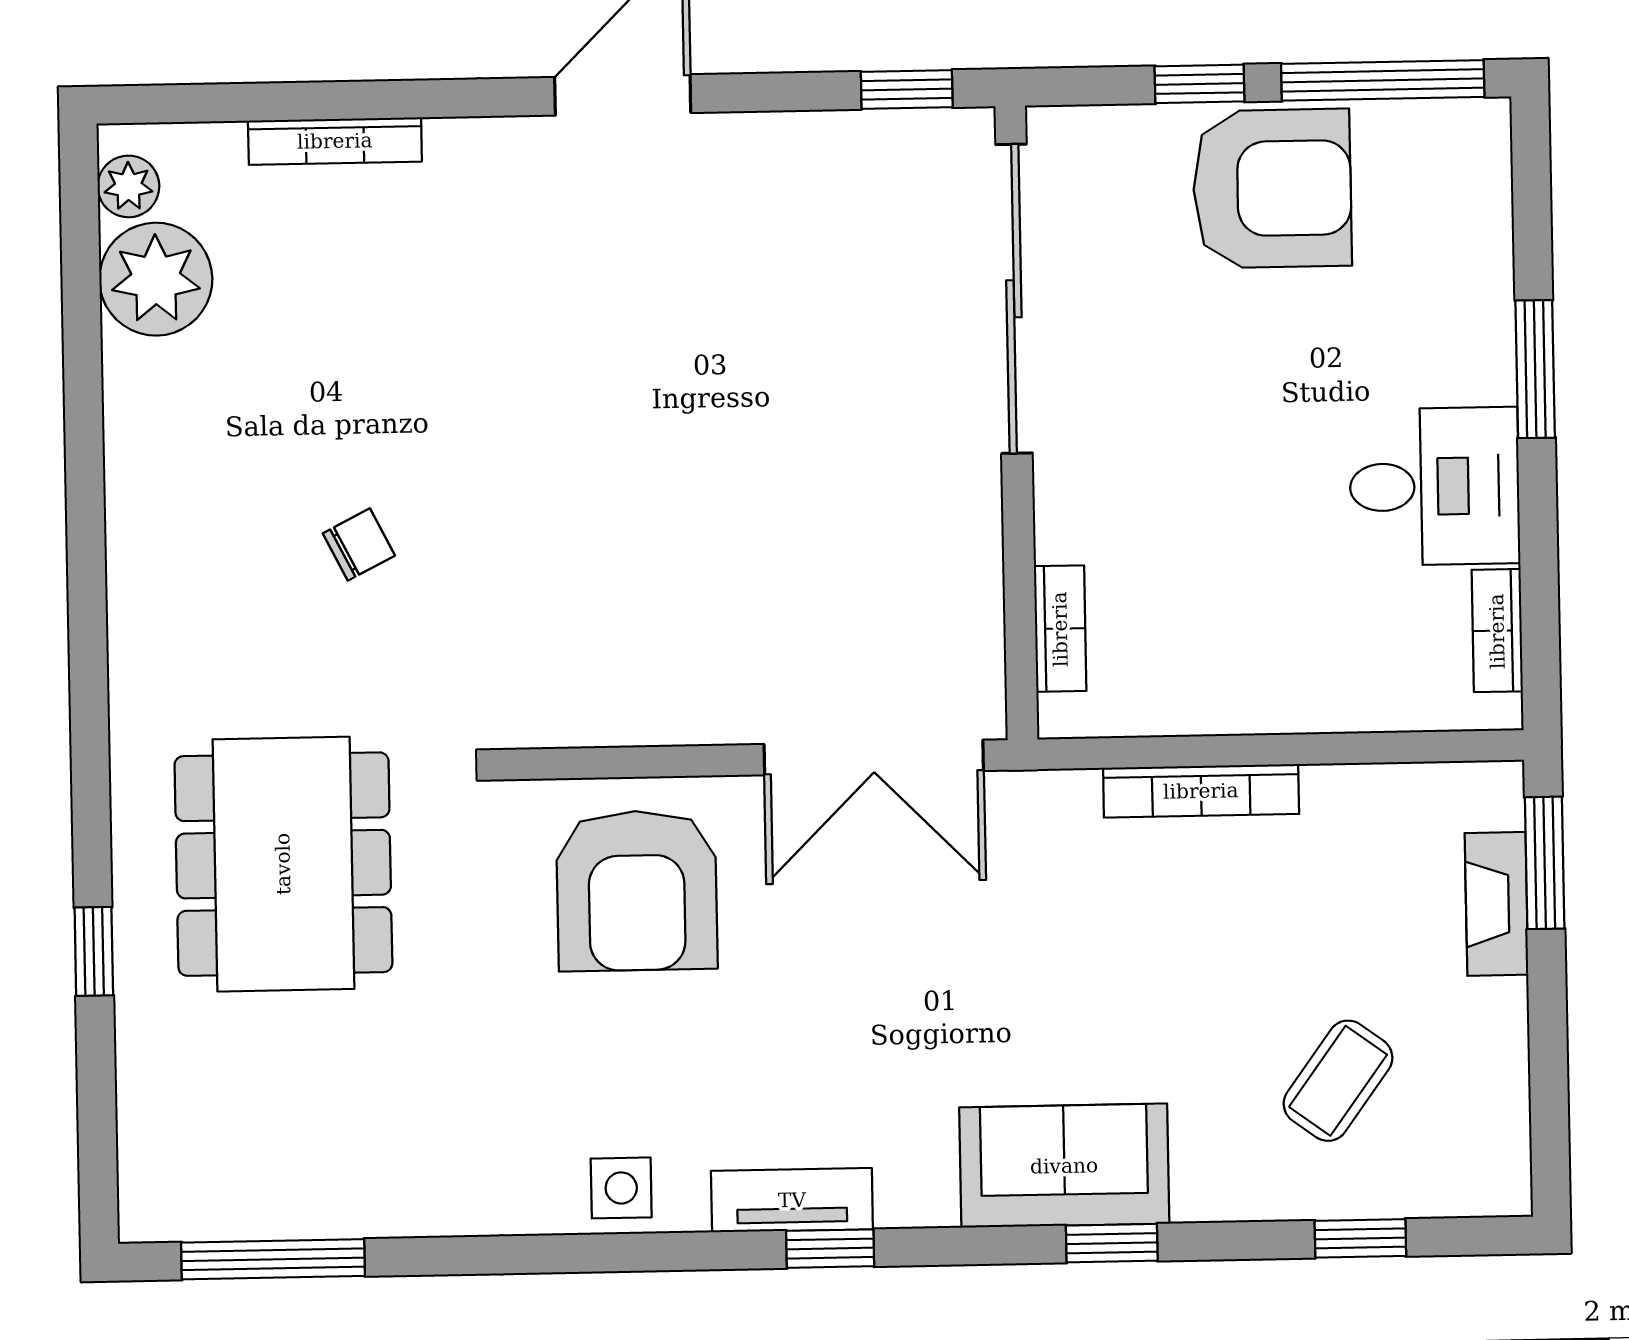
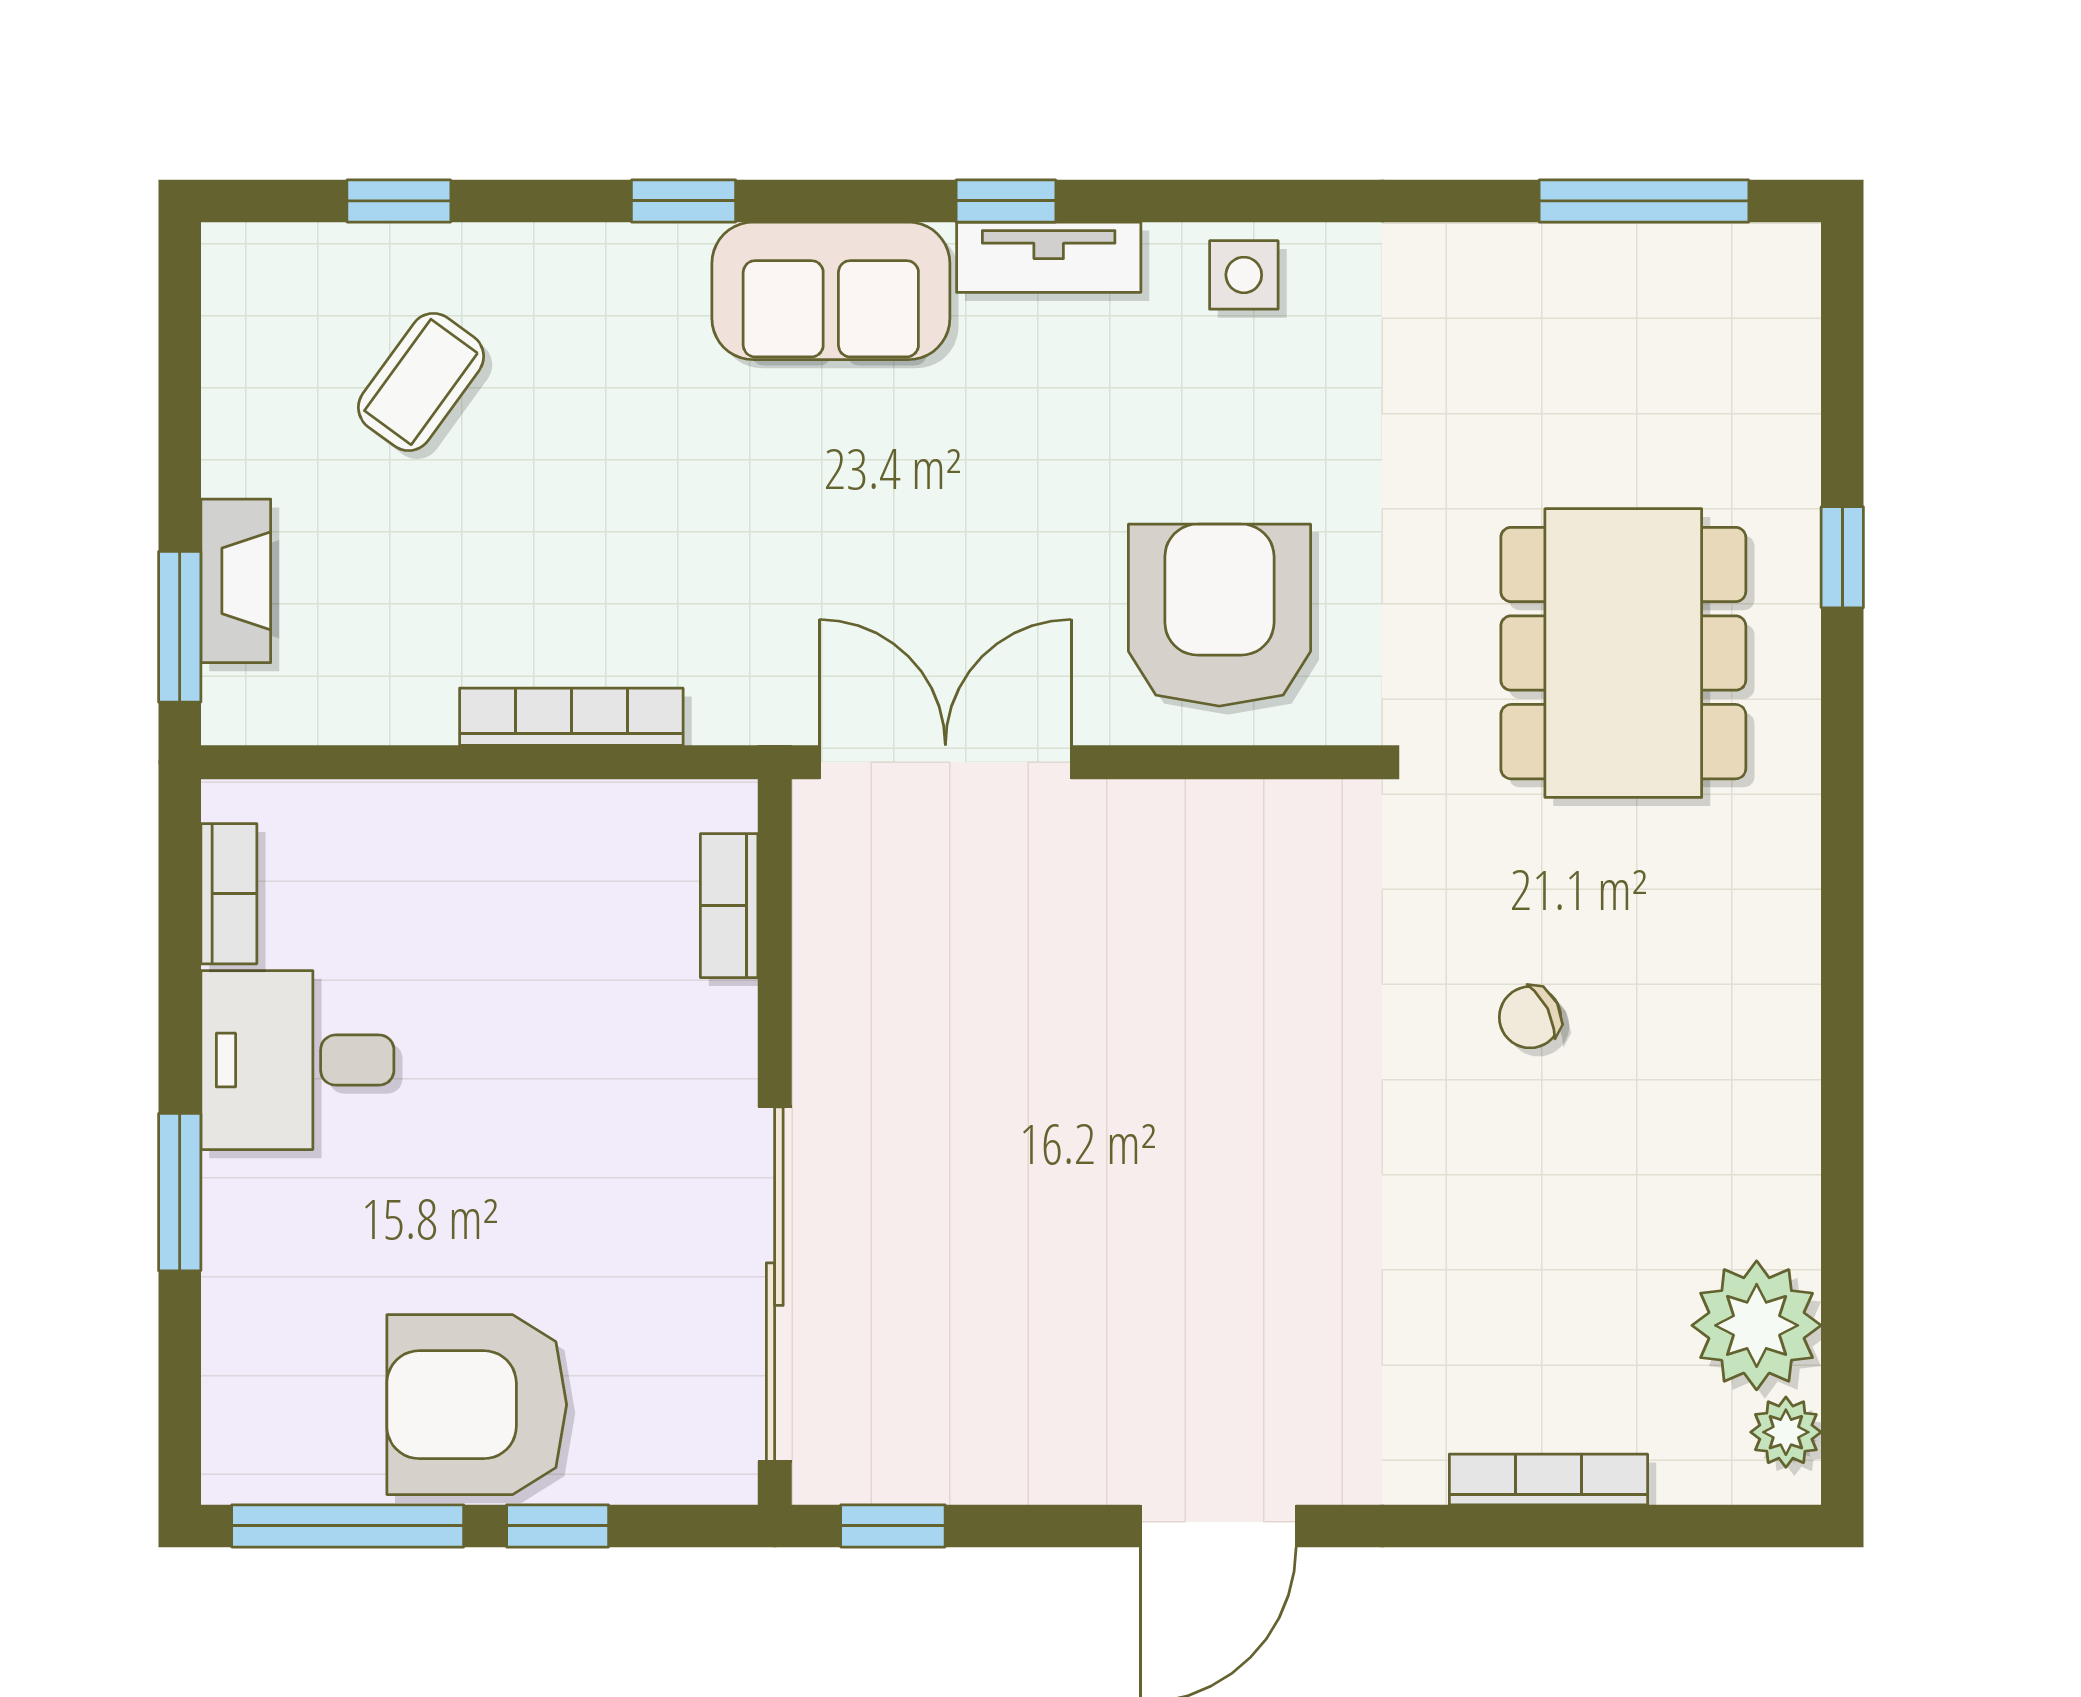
sofa: (1064, 1166) -> (831, 291), moved

